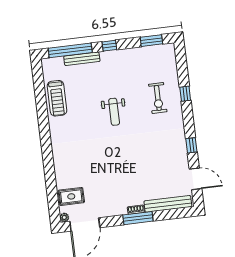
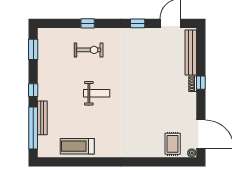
treadmill: (57, 98) -> (77, 146), turned 180
window: (138, 218) -> (201, 83), width x0.46

